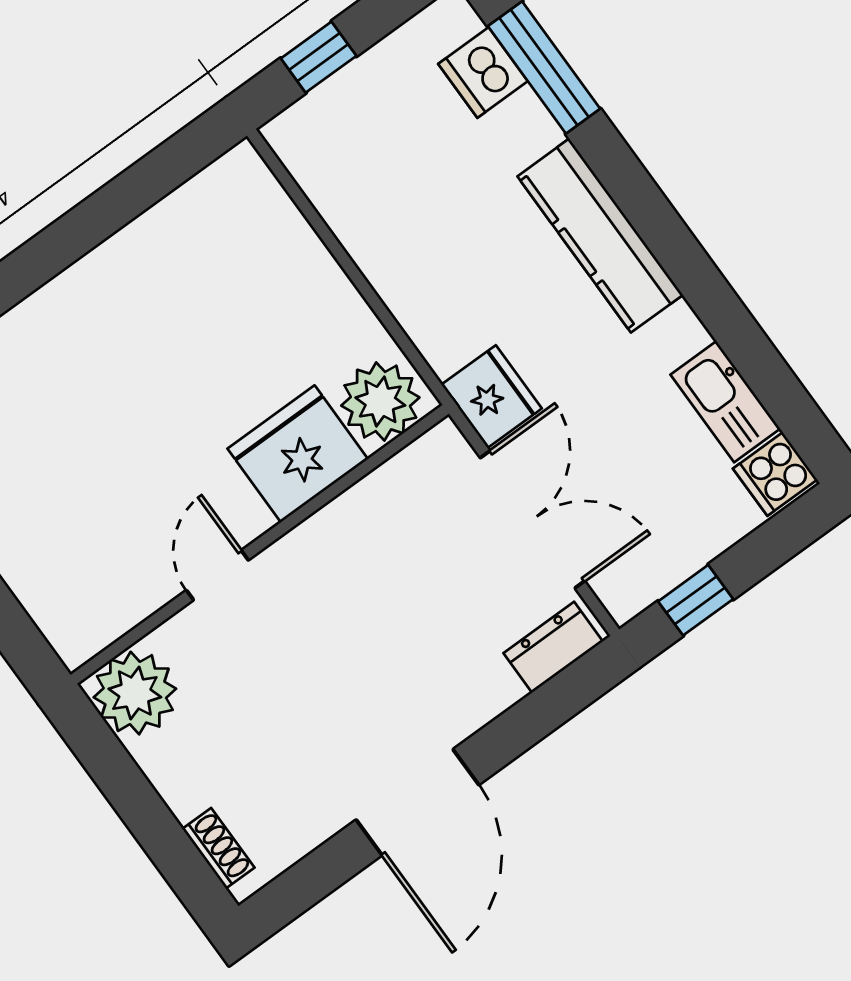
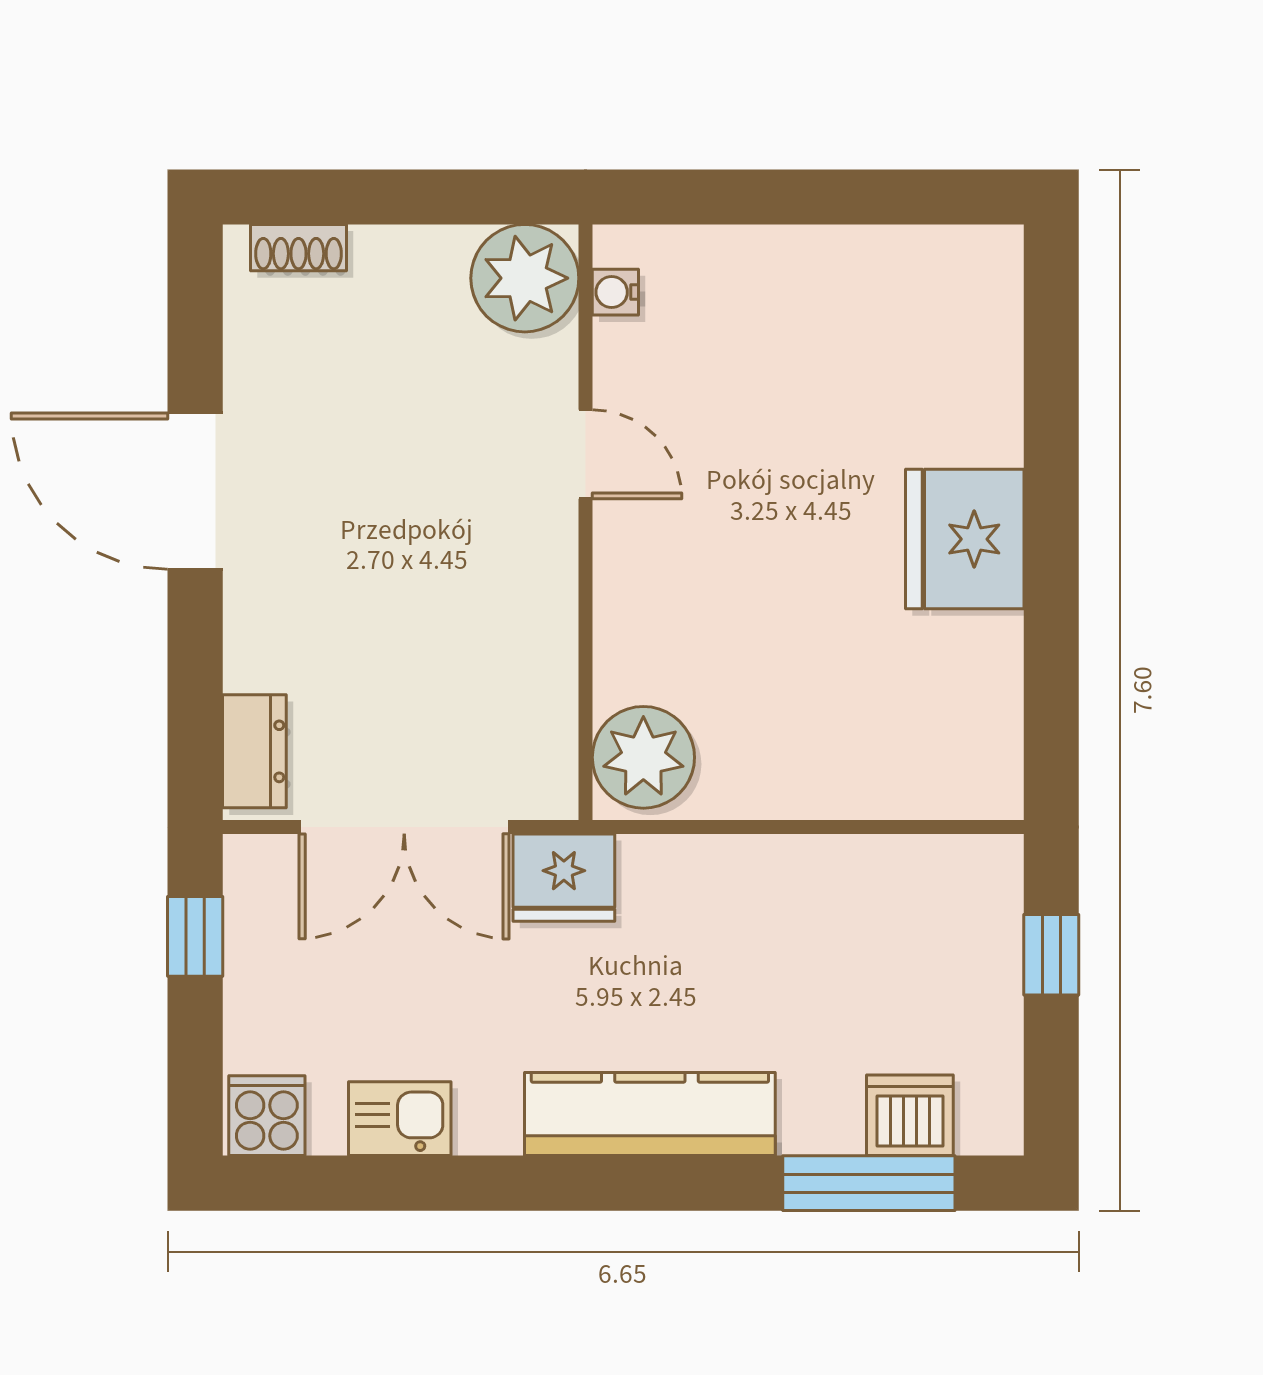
kitchen sink: (725, 402) -> (400, 1119), width x0.73
fridge: (298, 454) -> (965, 539), moved, turned 180
water cooler: (102, 630) -> (615, 292), added

